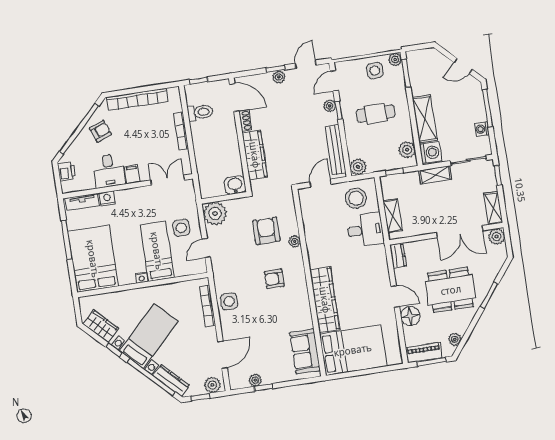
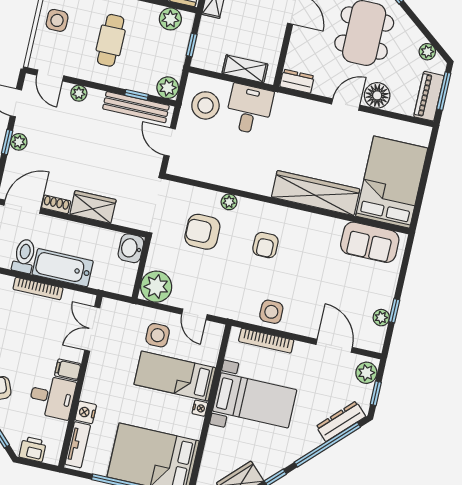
window: (339, 110) -> (136, 95), moved
bathtub: (203, 143) -> (63, 268), added
wardrobe: (255, 155) -> (93, 207), width x0.67
bed with nightstands: (149, 336) -> (255, 400), moved, turned 135

